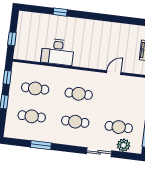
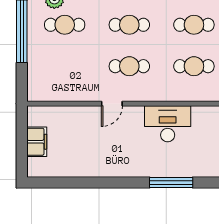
window: (60, 12) -> (171, 183), width x2.17
door: (114, 73) -> (112, 104), moved

